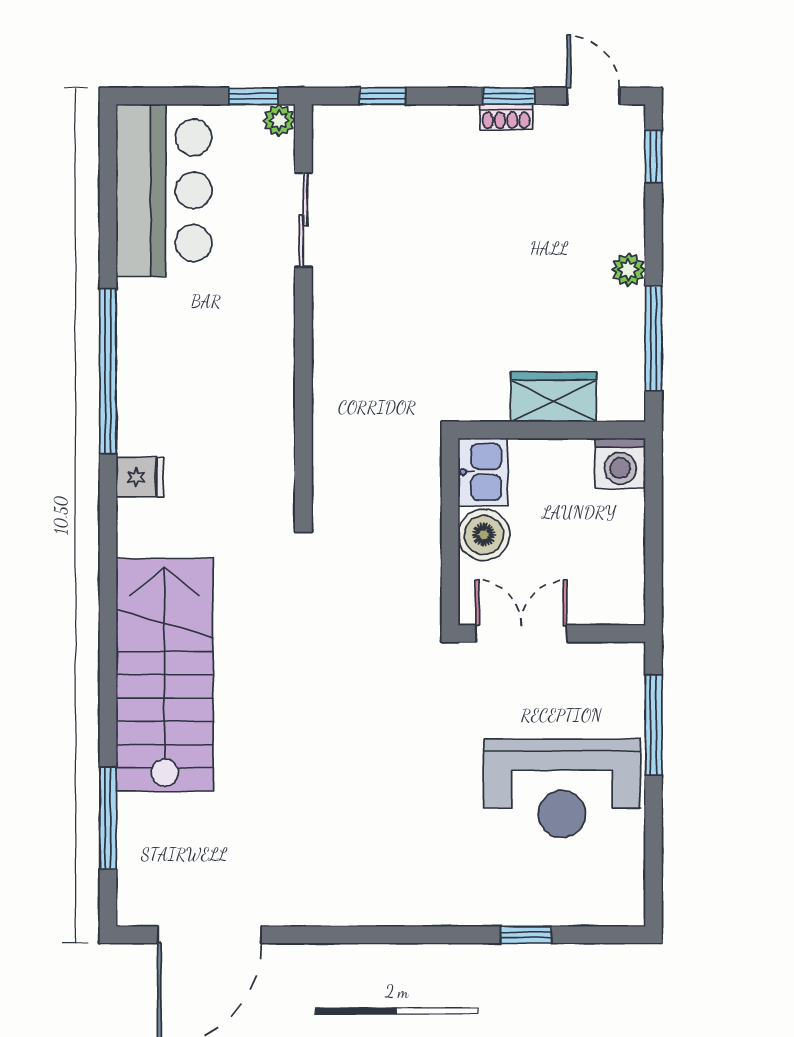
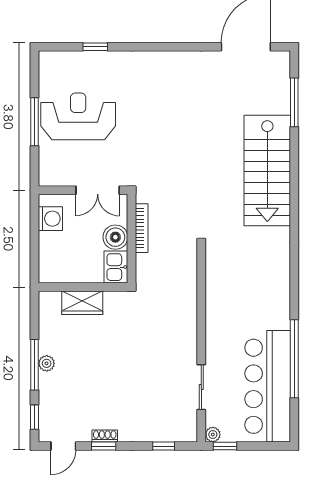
door: (593, 96) -> (63, 446), hinge flipped
bar counter: (164, 190) -> (268, 386), width x1.36
window: (653, 338) -> (35, 365), moved
window: (108, 371) -> (294, 359), moved
washing machine: (620, 463) -> (50, 219), moved, turned 90
fridge: (140, 477) -> (279, 265), removed
bookcase: (429, 554) -> (142, 228), added
window: (653, 725) -> (35, 122), moved

